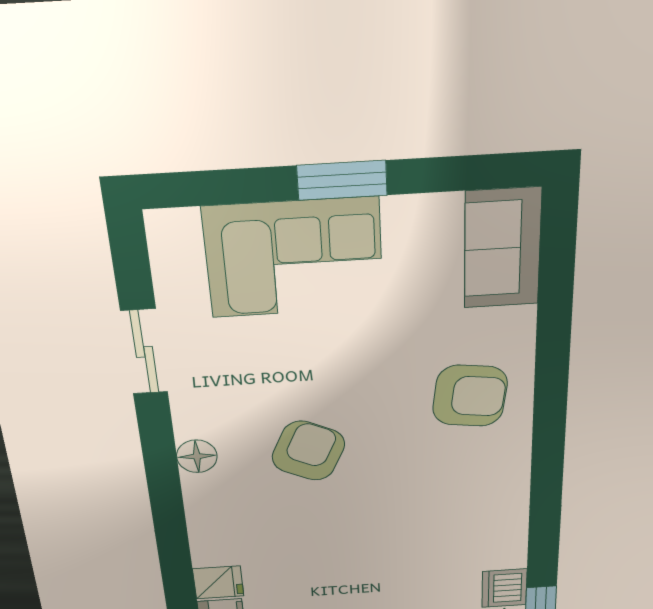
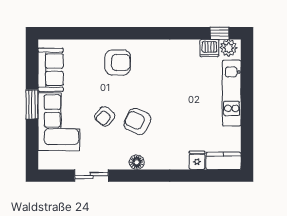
sofa: (502, 248) -> (51, 70), moved, turned -90
armchair: (318, 374) -> (105, 116), added
armchair: (470, 396) -> (118, 62), turned 83

